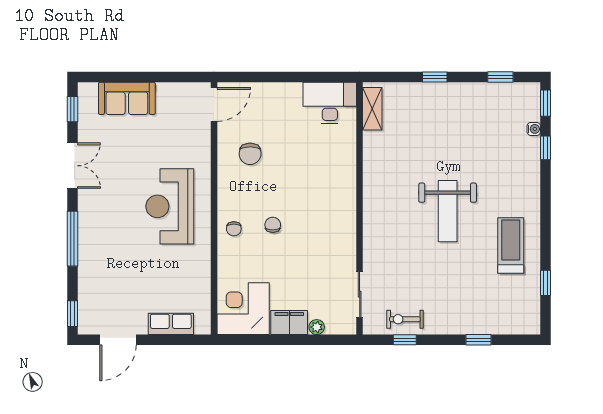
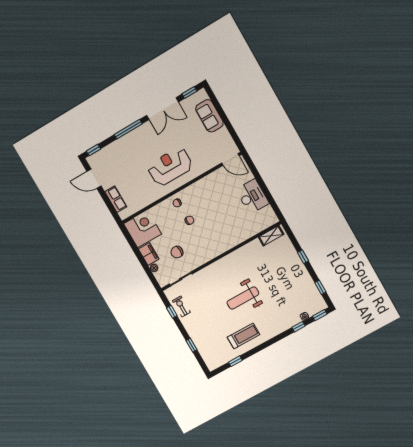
desk: (330, 103) -> (252, 196), moved
chair: (250, 154) -> (177, 252), moved
double door: (73, 166) -> (162, 109), width x1.37

